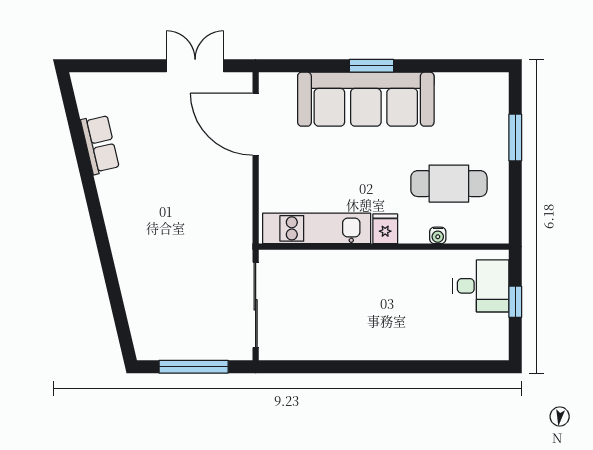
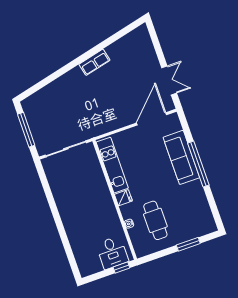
window: (372, 66) -> (198, 164), width x2.11
sofa: (366, 99) -> (181, 157), width x0.74, depth x0.79
row of seats: (100, 144) -> (94, 62), moved
window: (515, 302) -> (121, 268), moved

